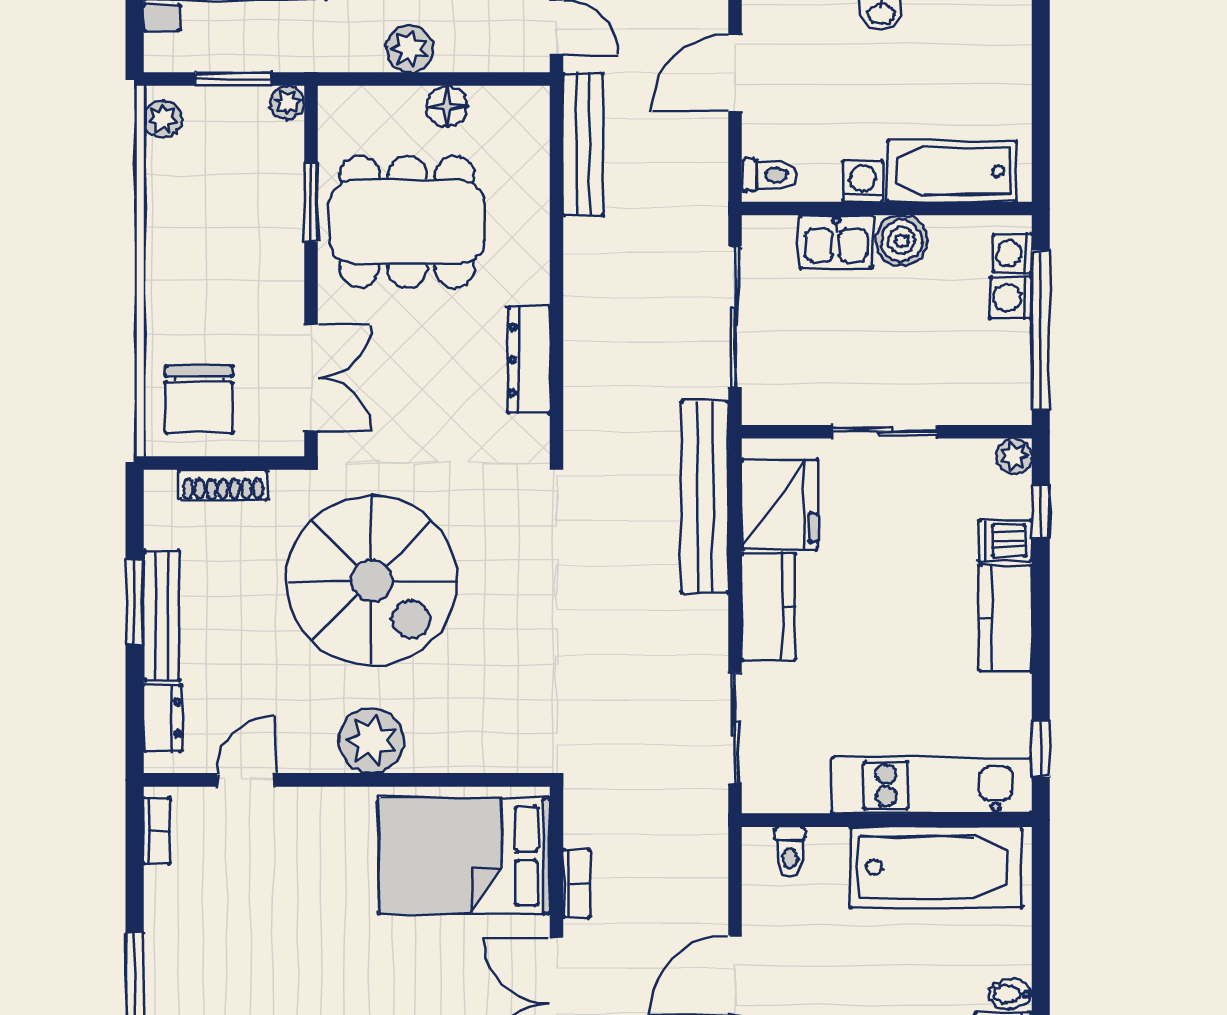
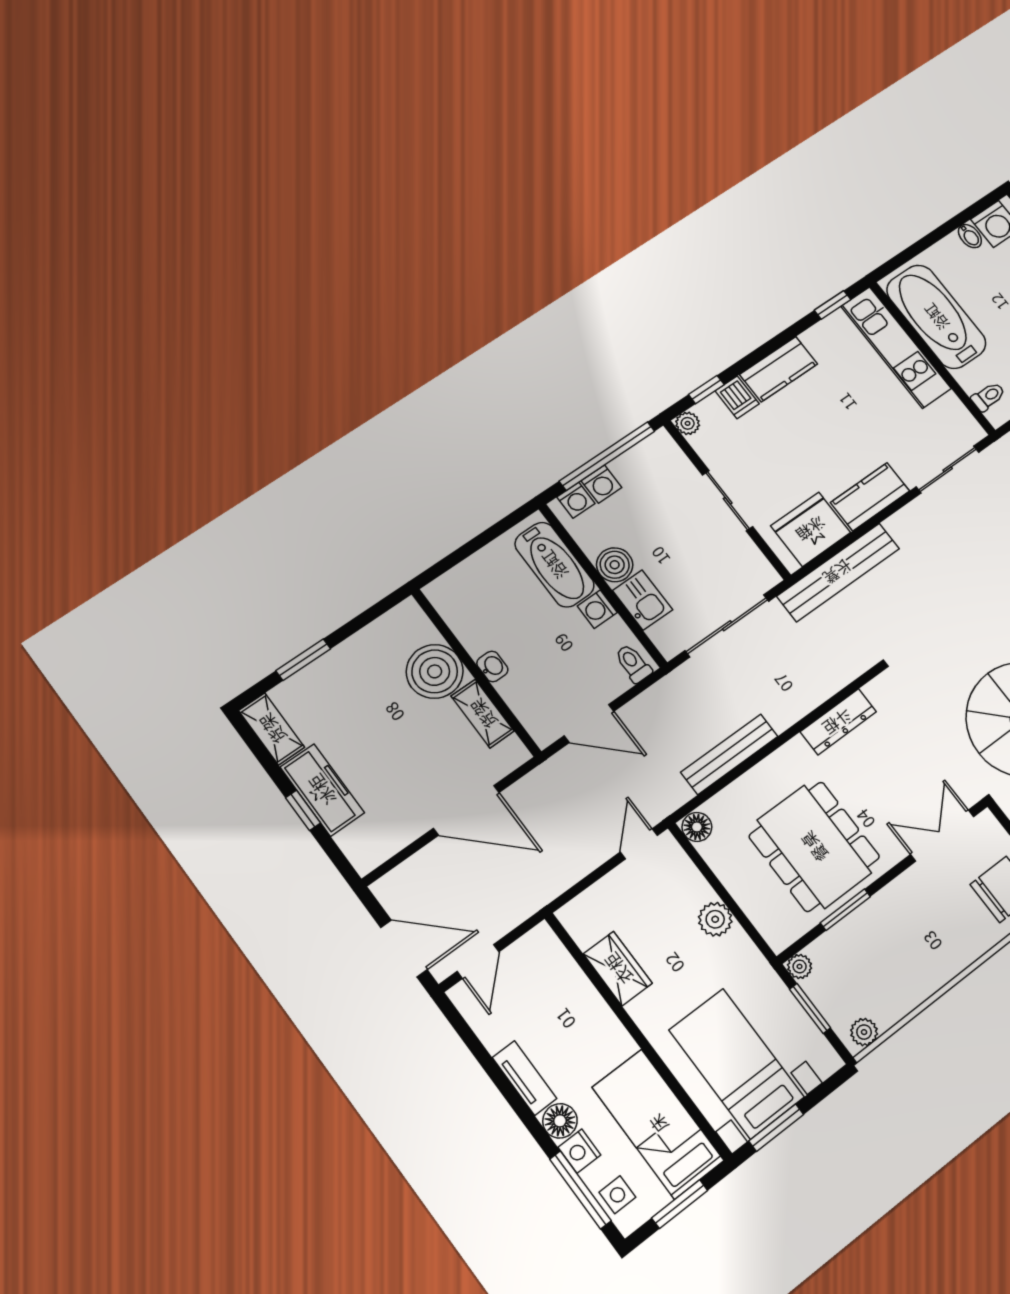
floor lamp: (447, 106) -> (697, 827), moved
bench: (583, 145) -> (729, 754), moved

